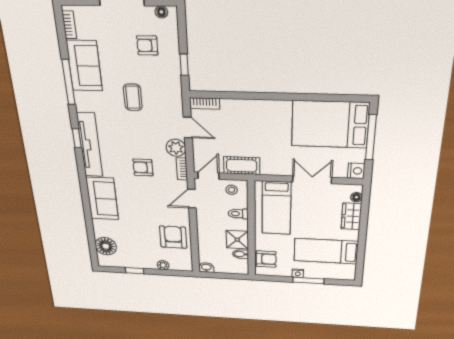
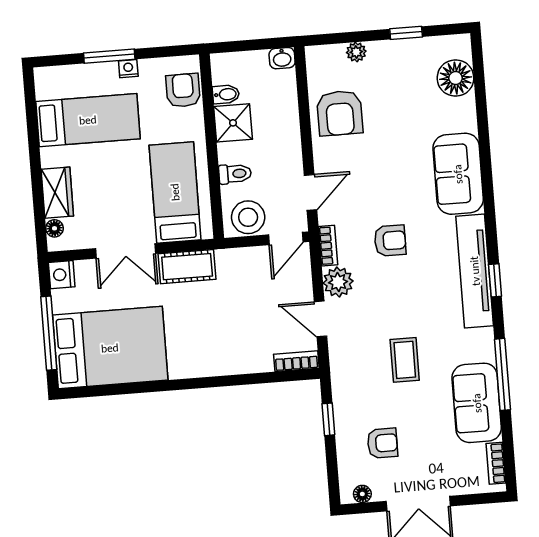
cot: (242, 166) -> (187, 267), moved
stool: (232, 190) -> (248, 217), width x1.89, depth x1.89
armchair: (266, 259) -> (183, 90), turned 90

